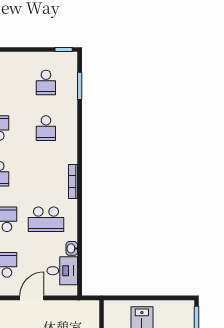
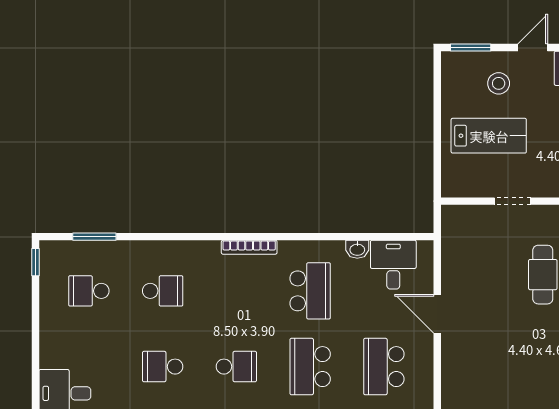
school desk: (46, 83) -> (89, 291), turned 180

